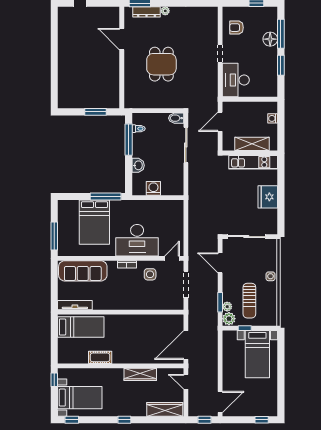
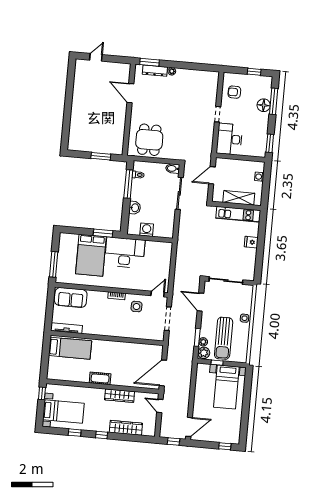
dining table: (161, 64) -> (149, 140), moved
window: (281, 65) -> (270, 143), moved
window: (106, 197) -> (103, 233), width x0.69
fridge: (268, 197) -> (251, 242), width x0.53, depth x0.75
desk: (137, 240) -> (125, 253), moved, turned 180
sofa: (83, 271) -> (71, 297), width x0.73
sun lounger: (249, 301) -> (224, 338), width x1.36, depth x1.34
cot: (100, 357) -> (100, 378), moved
wardrobe: (165, 409) -> (126, 428), moved
window: (72, 420) -> (75, 433), moved

